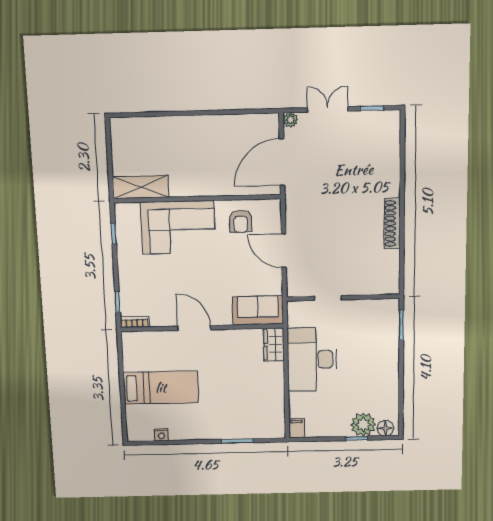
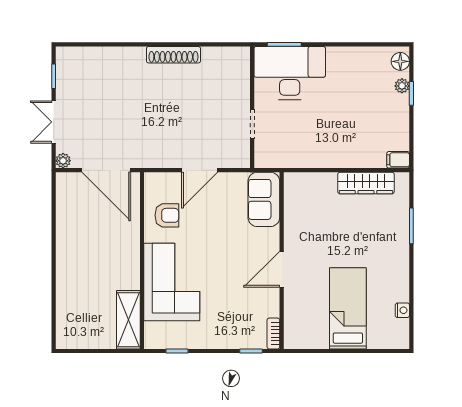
wardrobe: (274, 345) -> (366, 183), moved, width x1.50
desk: (312, 359) -> (290, 73), moved, turned 180
plant: (363, 425) -> (402, 86), width x0.53, depth x0.53

